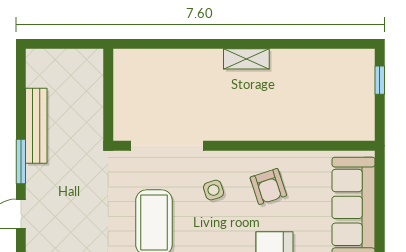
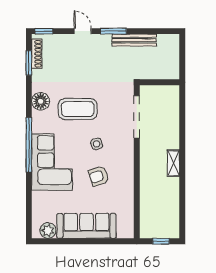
doorway: (167, 146) -> (137, 117), moved
wall: (244, 146) -> (137, 162), moved

